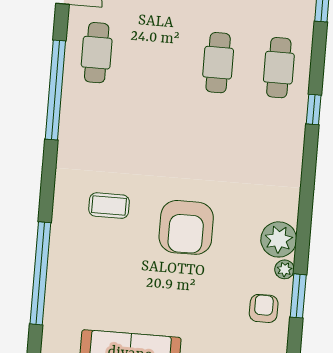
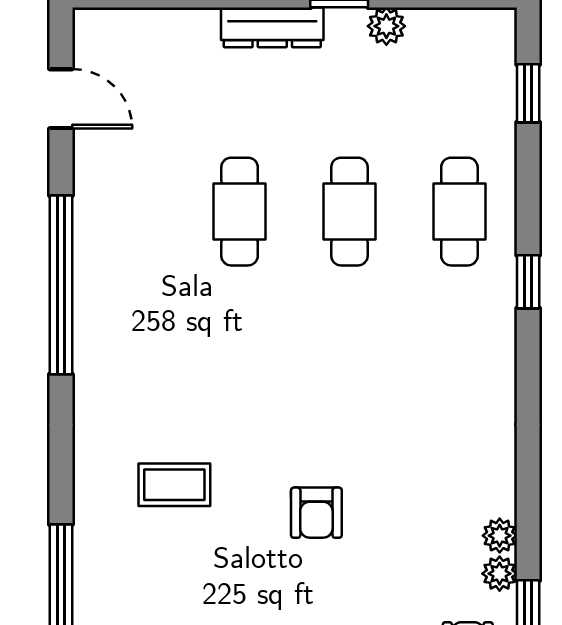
cafe table: (97, 53) -> (240, 212), moved
armchair: (186, 227) -> (316, 513), width x0.53, depth x0.53
plant: (279, 239) -> (500, 536), width x0.53, depth x0.53

